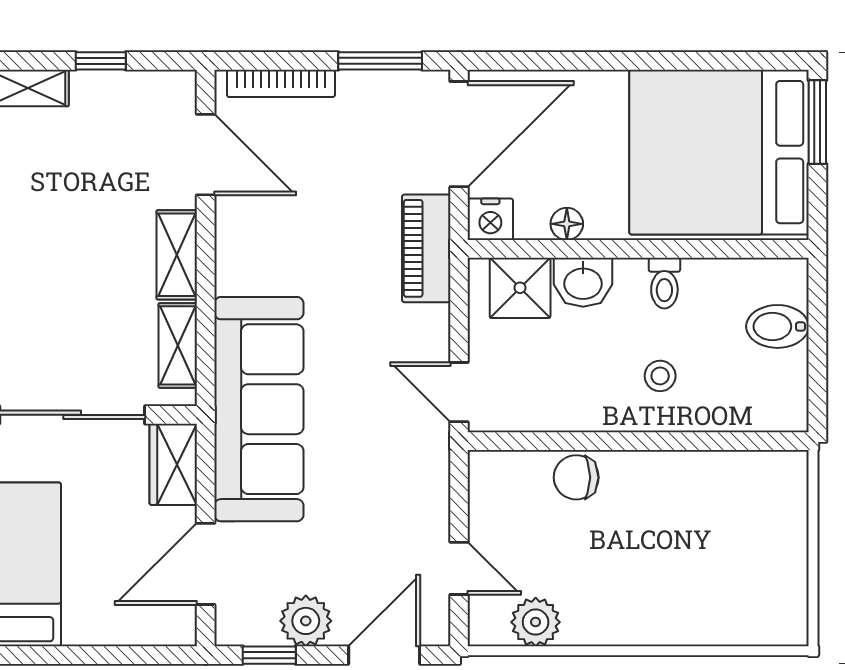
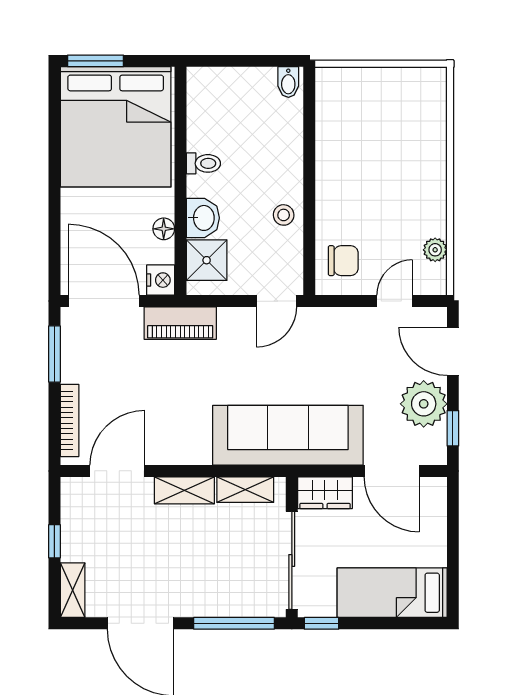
bidet: (777, 326) -> (288, 82), moved, width x0.72, depth x0.74
stool: (660, 376) -> (284, 215), moved
chair: (576, 477) -> (343, 261), moved, turned -90
plant: (306, 621) -> (424, 404), width x1.36, depth x1.36
plant: (536, 622) -> (435, 250), width x0.73, depth x0.73

